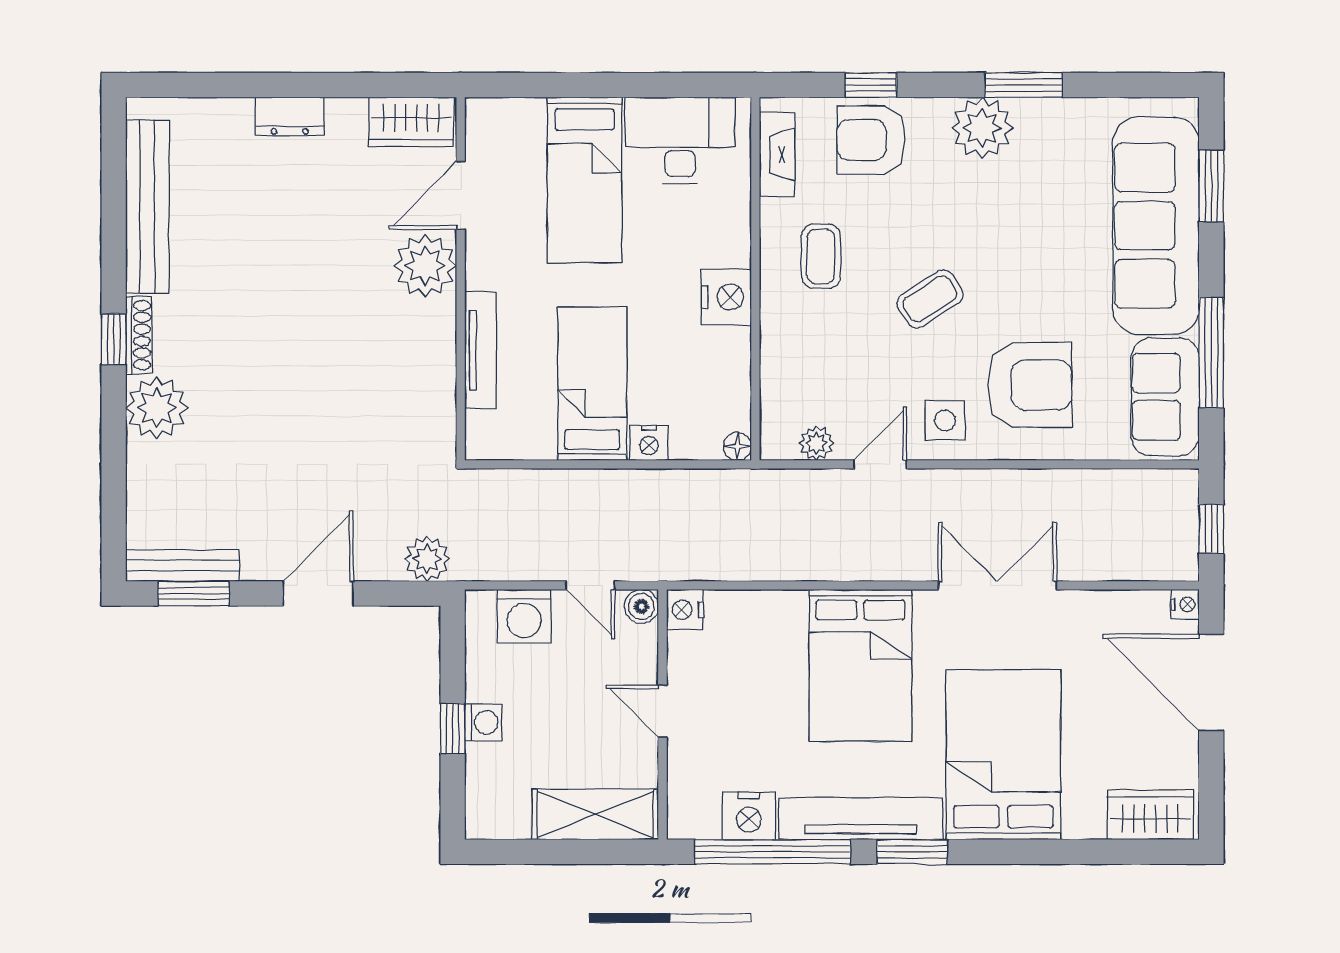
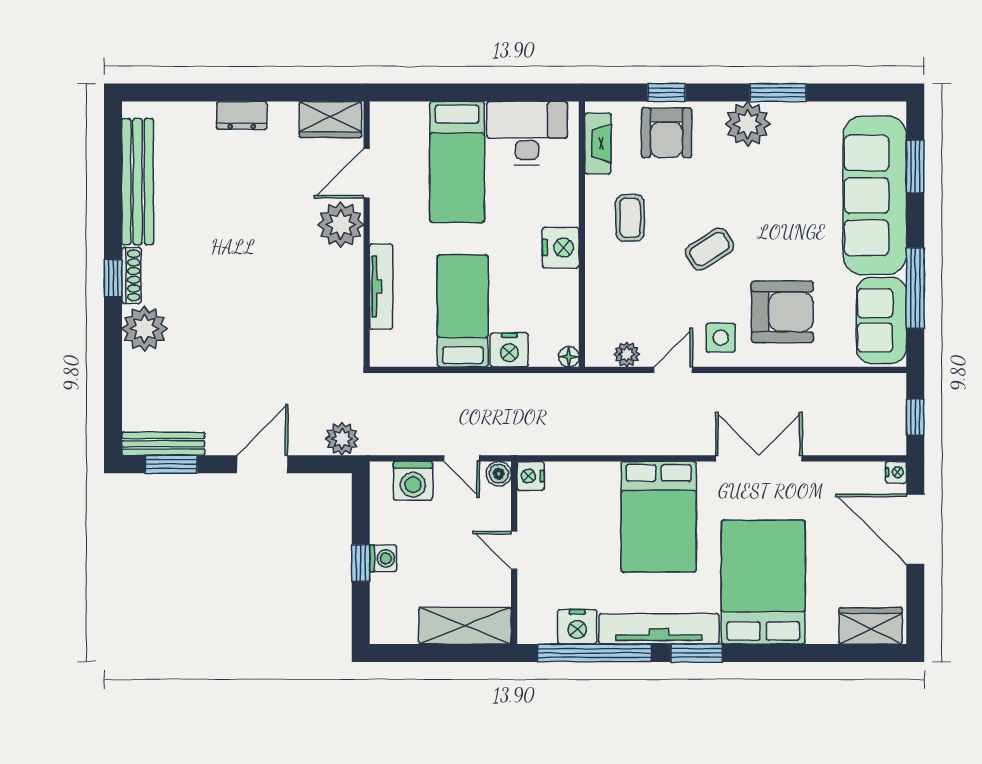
armchair: (871, 140) -> (667, 133), turned -90
nightstand: (649, 443) -> (509, 350), width x1.36, depth x1.33

